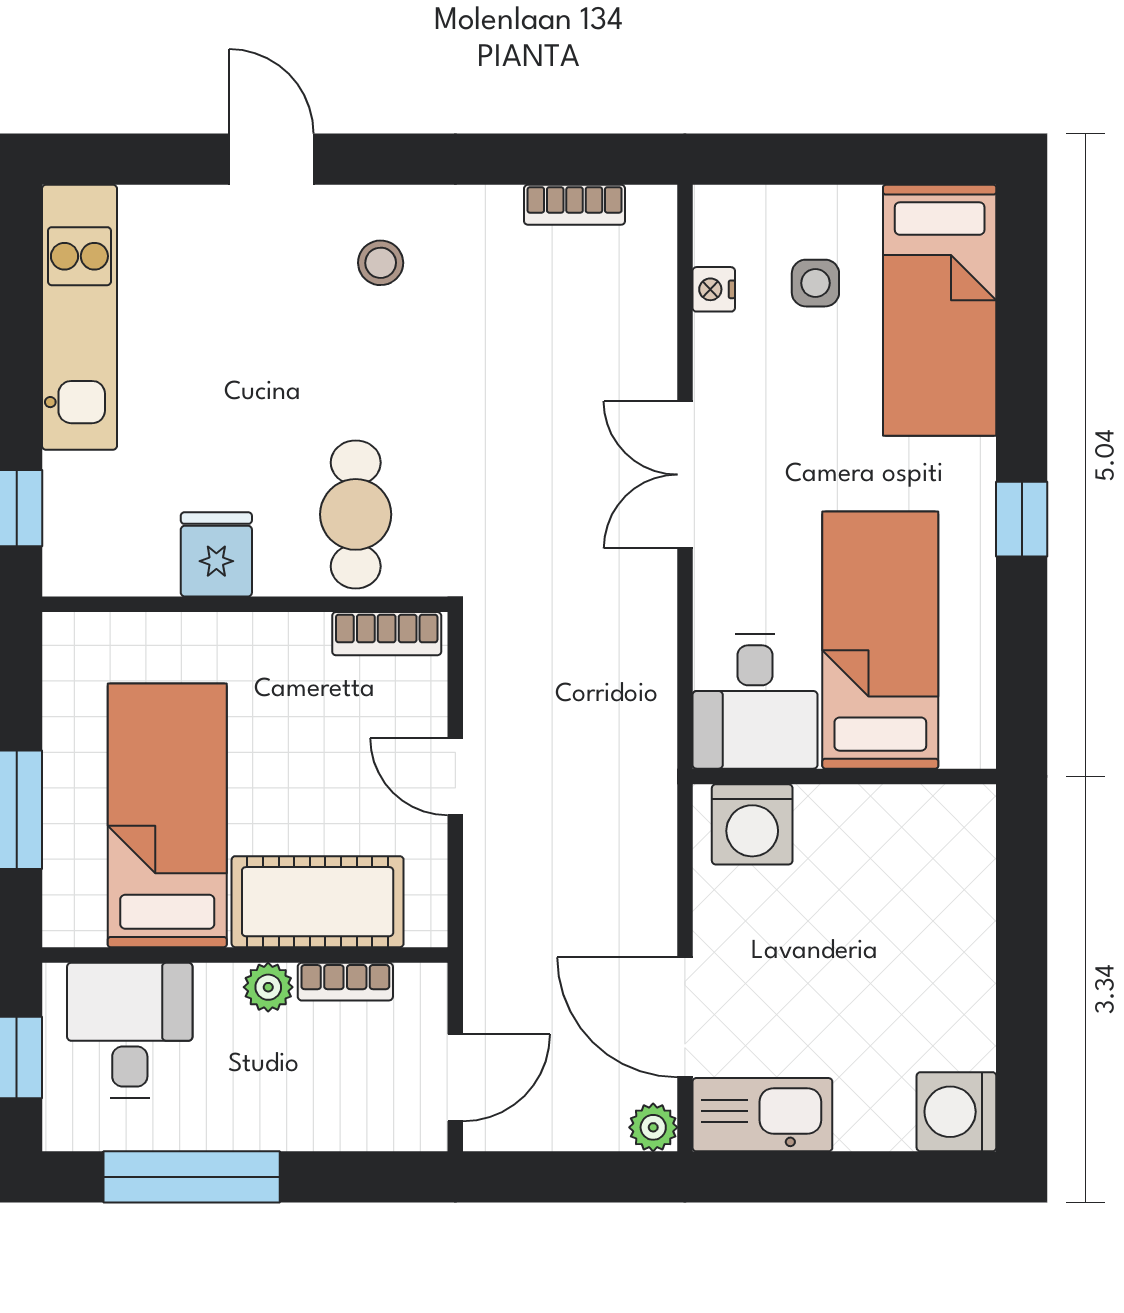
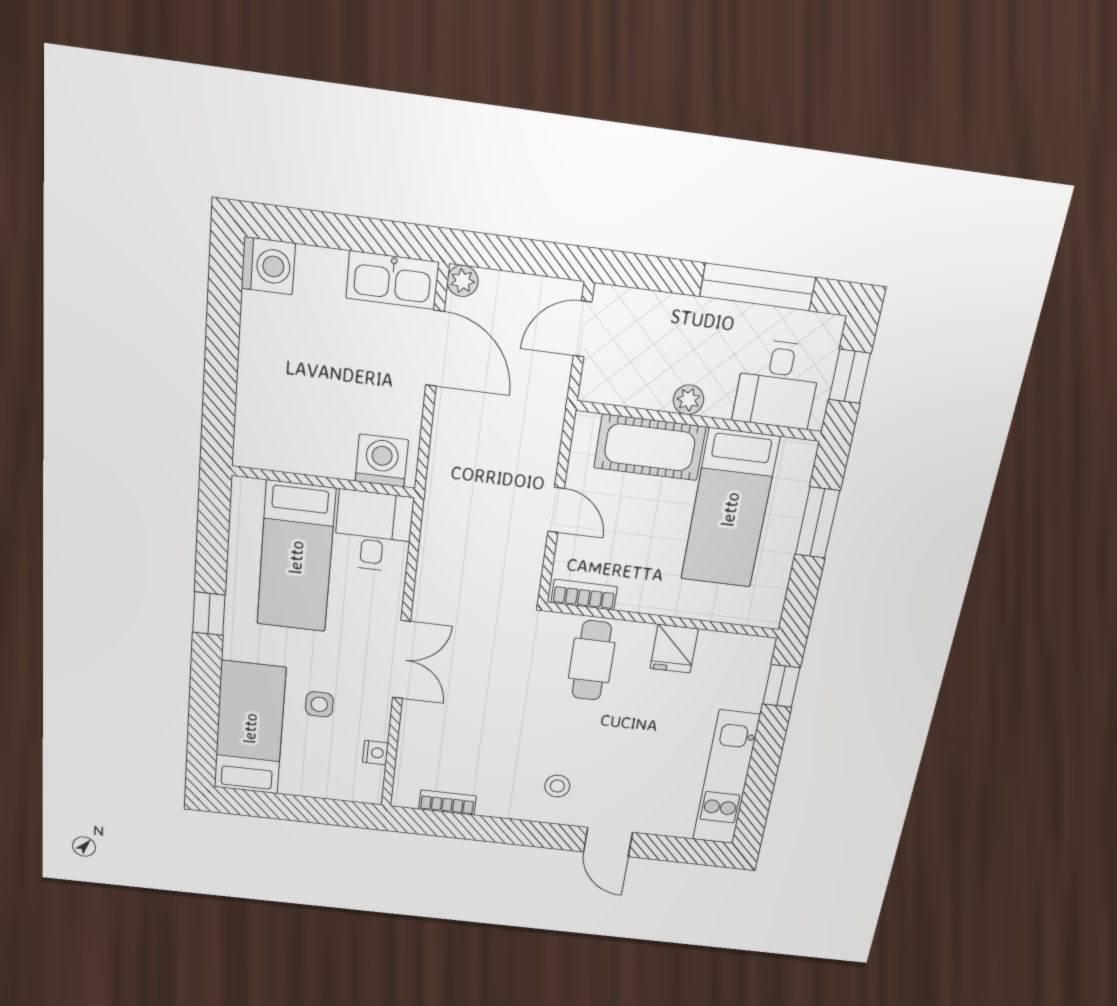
side table: (815, 283) -> (319, 704), moved
bookcase: (345, 982) -> (641, 397), removed

